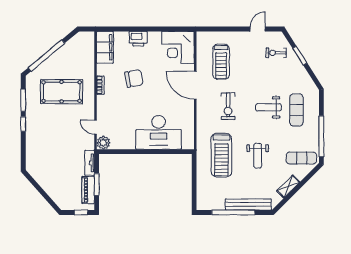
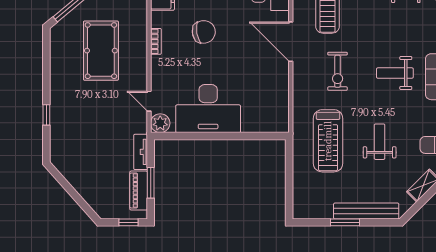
pool table: (62, 92) -> (101, 51), turned 90
window: (23, 100) -> (46, 63), removed
window: (23, 124) -> (46, 115), moved
desk: (159, 132) -> (208, 109), moved
weight bench: (258, 156) -> (380, 142), turned 180
window: (233, 212) -> (345, 222), width x0.47

